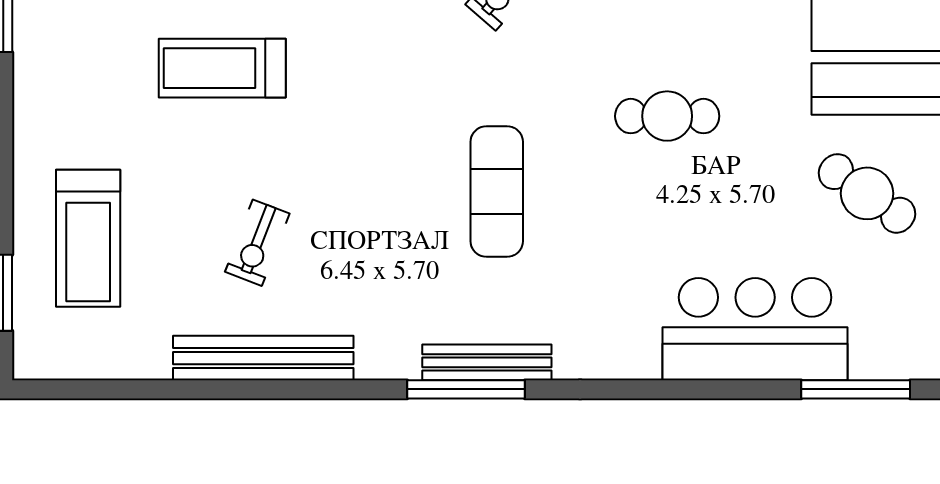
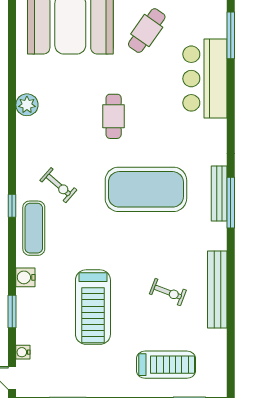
treadmill: (222, 68) -> (93, 307), width x1.37, depth x1.38
exercise mat: (497, 192) -> (146, 189), width x2.00, depth x1.45

